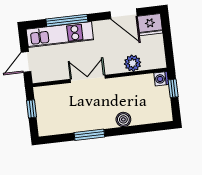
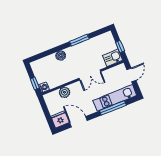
kitchen sink: (47, 95) -> (113, 58), added

